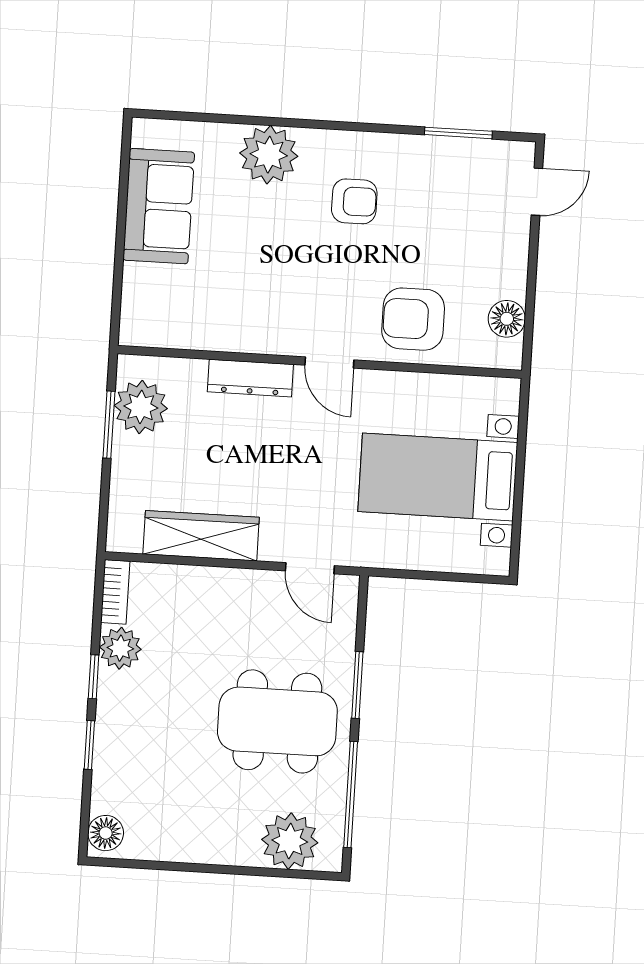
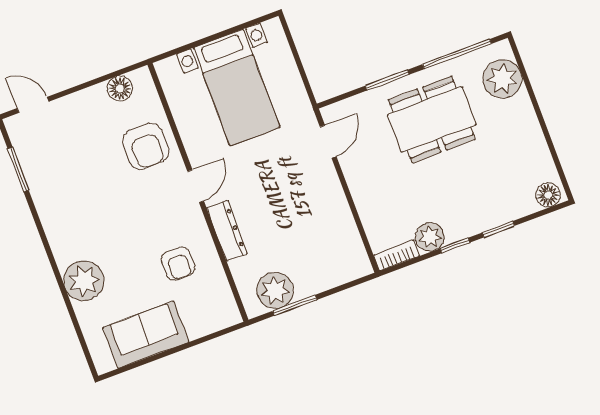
armchair: (354, 201) -> (178, 264), moved, turned 180
wardrobe: (201, 536) -> (338, 218), removed
dining table: (277, 721) -> (432, 119), turned 90

